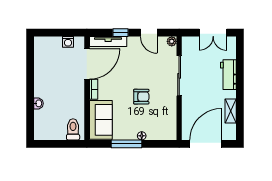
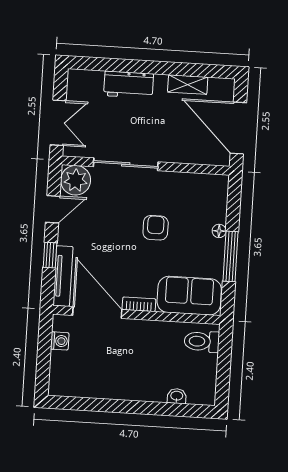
double door: (213, 33) -> (58, 123), moved
plant: (172, 41) -> (76, 180), width x1.87, depth x1.87
washbasin: (38, 103) -> (177, 396), moved

